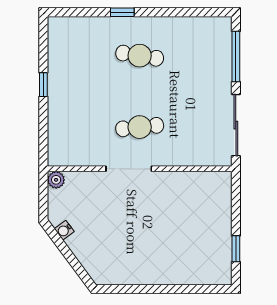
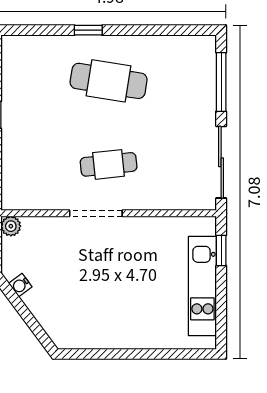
cafe table: (140, 56) -> (109, 81), width x1.37, depth x1.35
kitchen unit: (220, 231) -> (202, 286), added
window: (236, 249) -> (221, 250), moved

